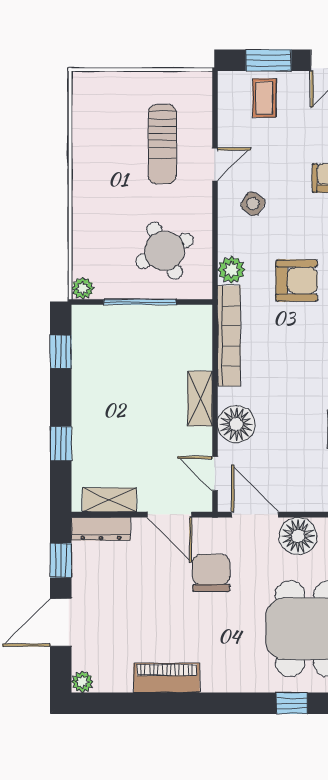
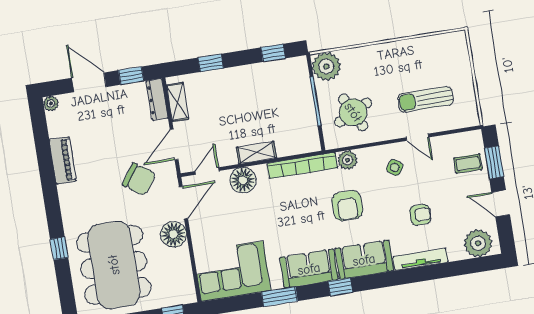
plant: (83, 288) -> (326, 66), width x1.88, depth x1.88
chair: (211, 573) -> (139, 179), turned 35

